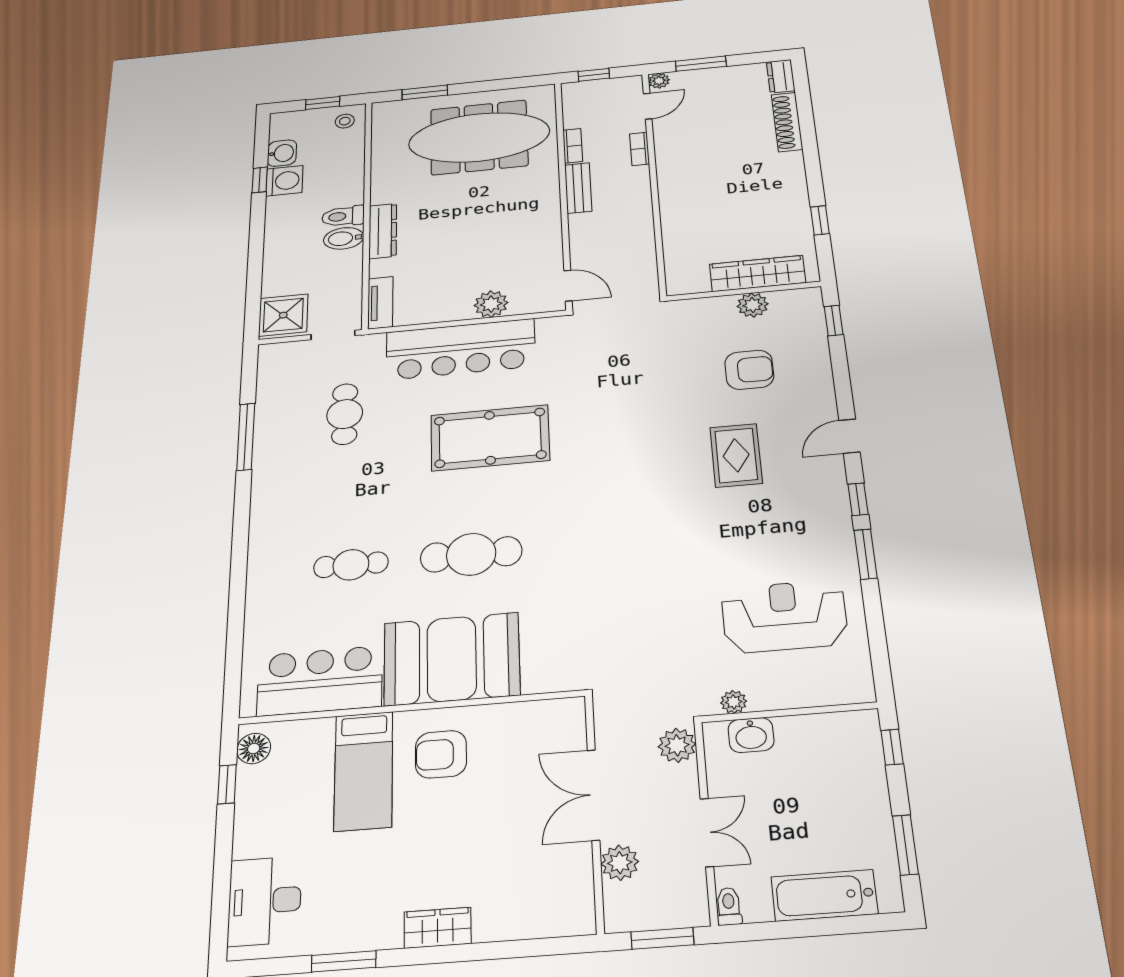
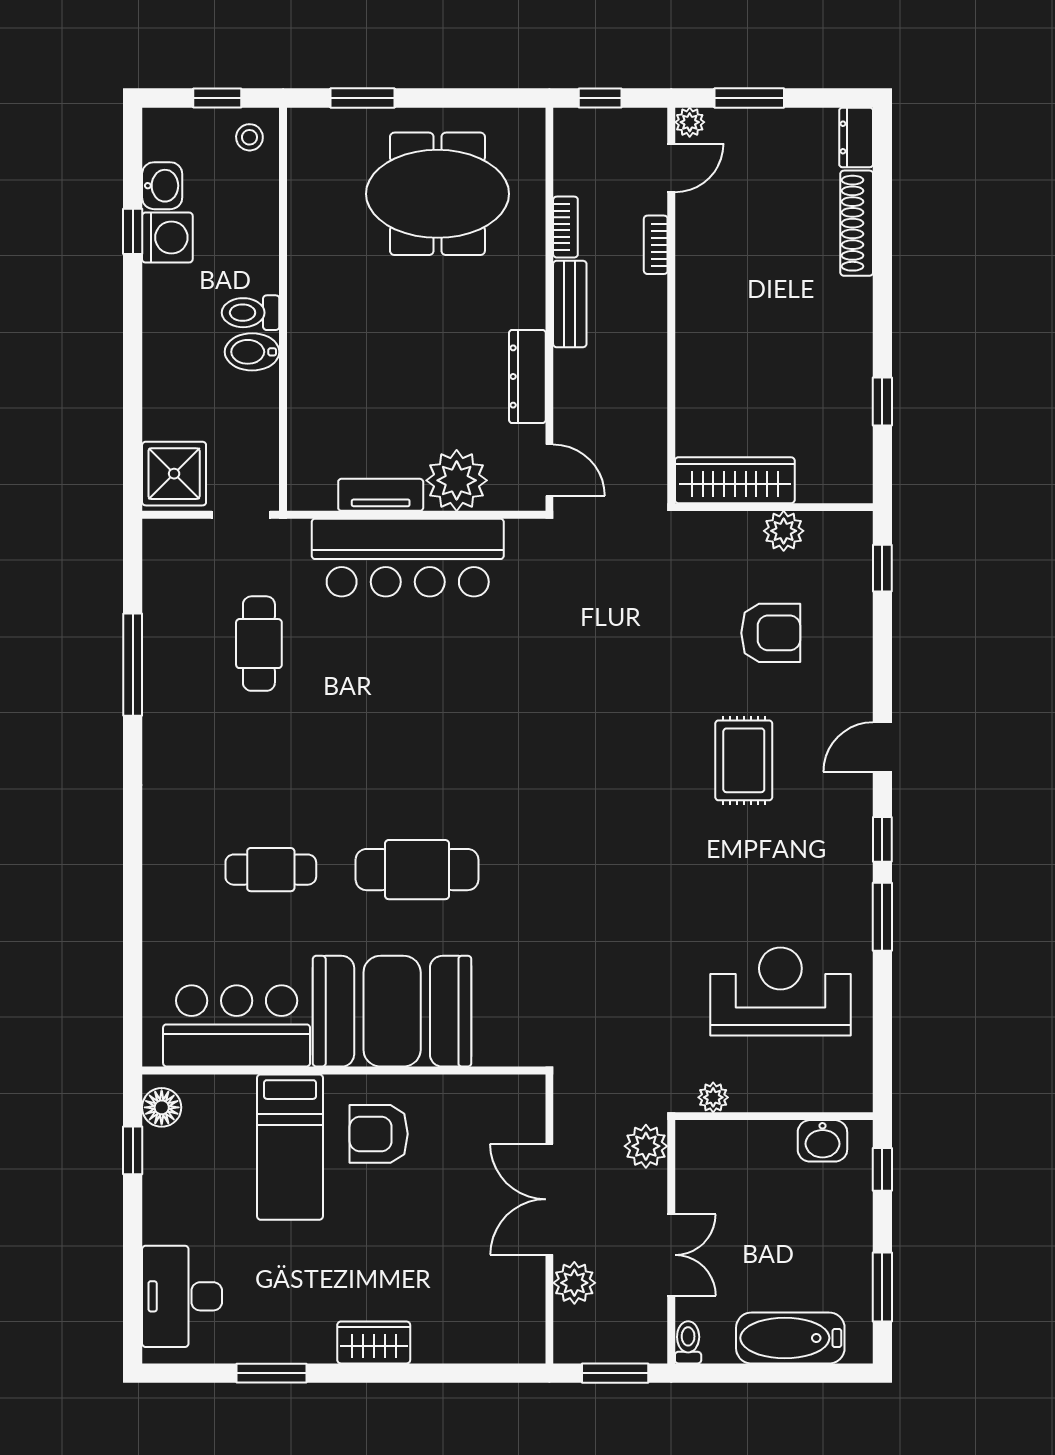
meeting table: (479, 137) -> (437, 194), width x0.73
dresser: (383, 231) -> (527, 376), moved, turned 180
wardrobe: (757, 273) -> (735, 480), moved
tv unit: (380, 303) -> (381, 495), moved, turned -90
plant: (491, 304) -> (457, 480), width x1.36, depth x1.36
pool table: (490, 438) -> (443, 701), removed
washbasin: (751, 735) -> (822, 1141), moved

